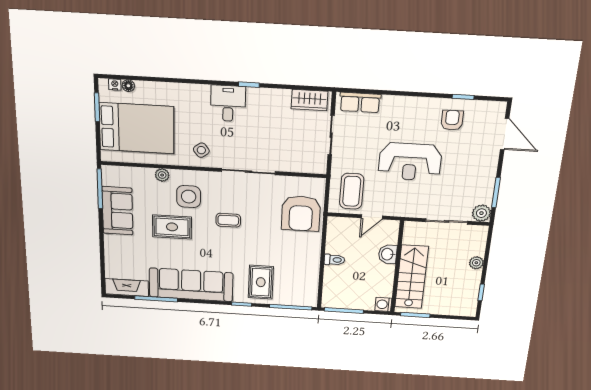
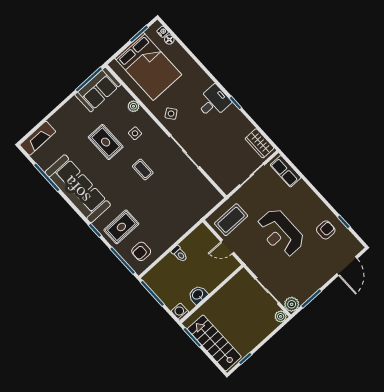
side table: (189, 197) -> (135, 133), width x0.54, depth x0.54
sofa: (117, 211) -> (98, 90), moved
armchair: (301, 213) -> (141, 251), moved, width x0.53, depth x0.53
washbasin: (388, 254) -> (198, 295), moved
plant: (476, 263) -> (281, 316), moved
stairs: (411, 277) -> (214, 343), moved, turned -90
fireplace: (127, 288) -> (38, 138), moved, turned 90

